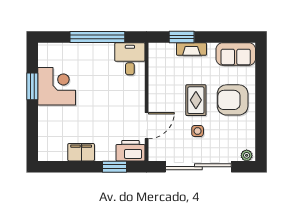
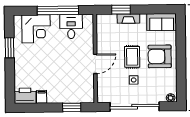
desk: (130, 59) -> (71, 27), moved
corner desk: (57, 86) -> (36, 29), moved, turned 90
door: (147, 126) -> (95, 64), moved
printer: (130, 151) -> (25, 96), moved
filing cabinet: (81, 152) -> (42, 97), width x0.50

